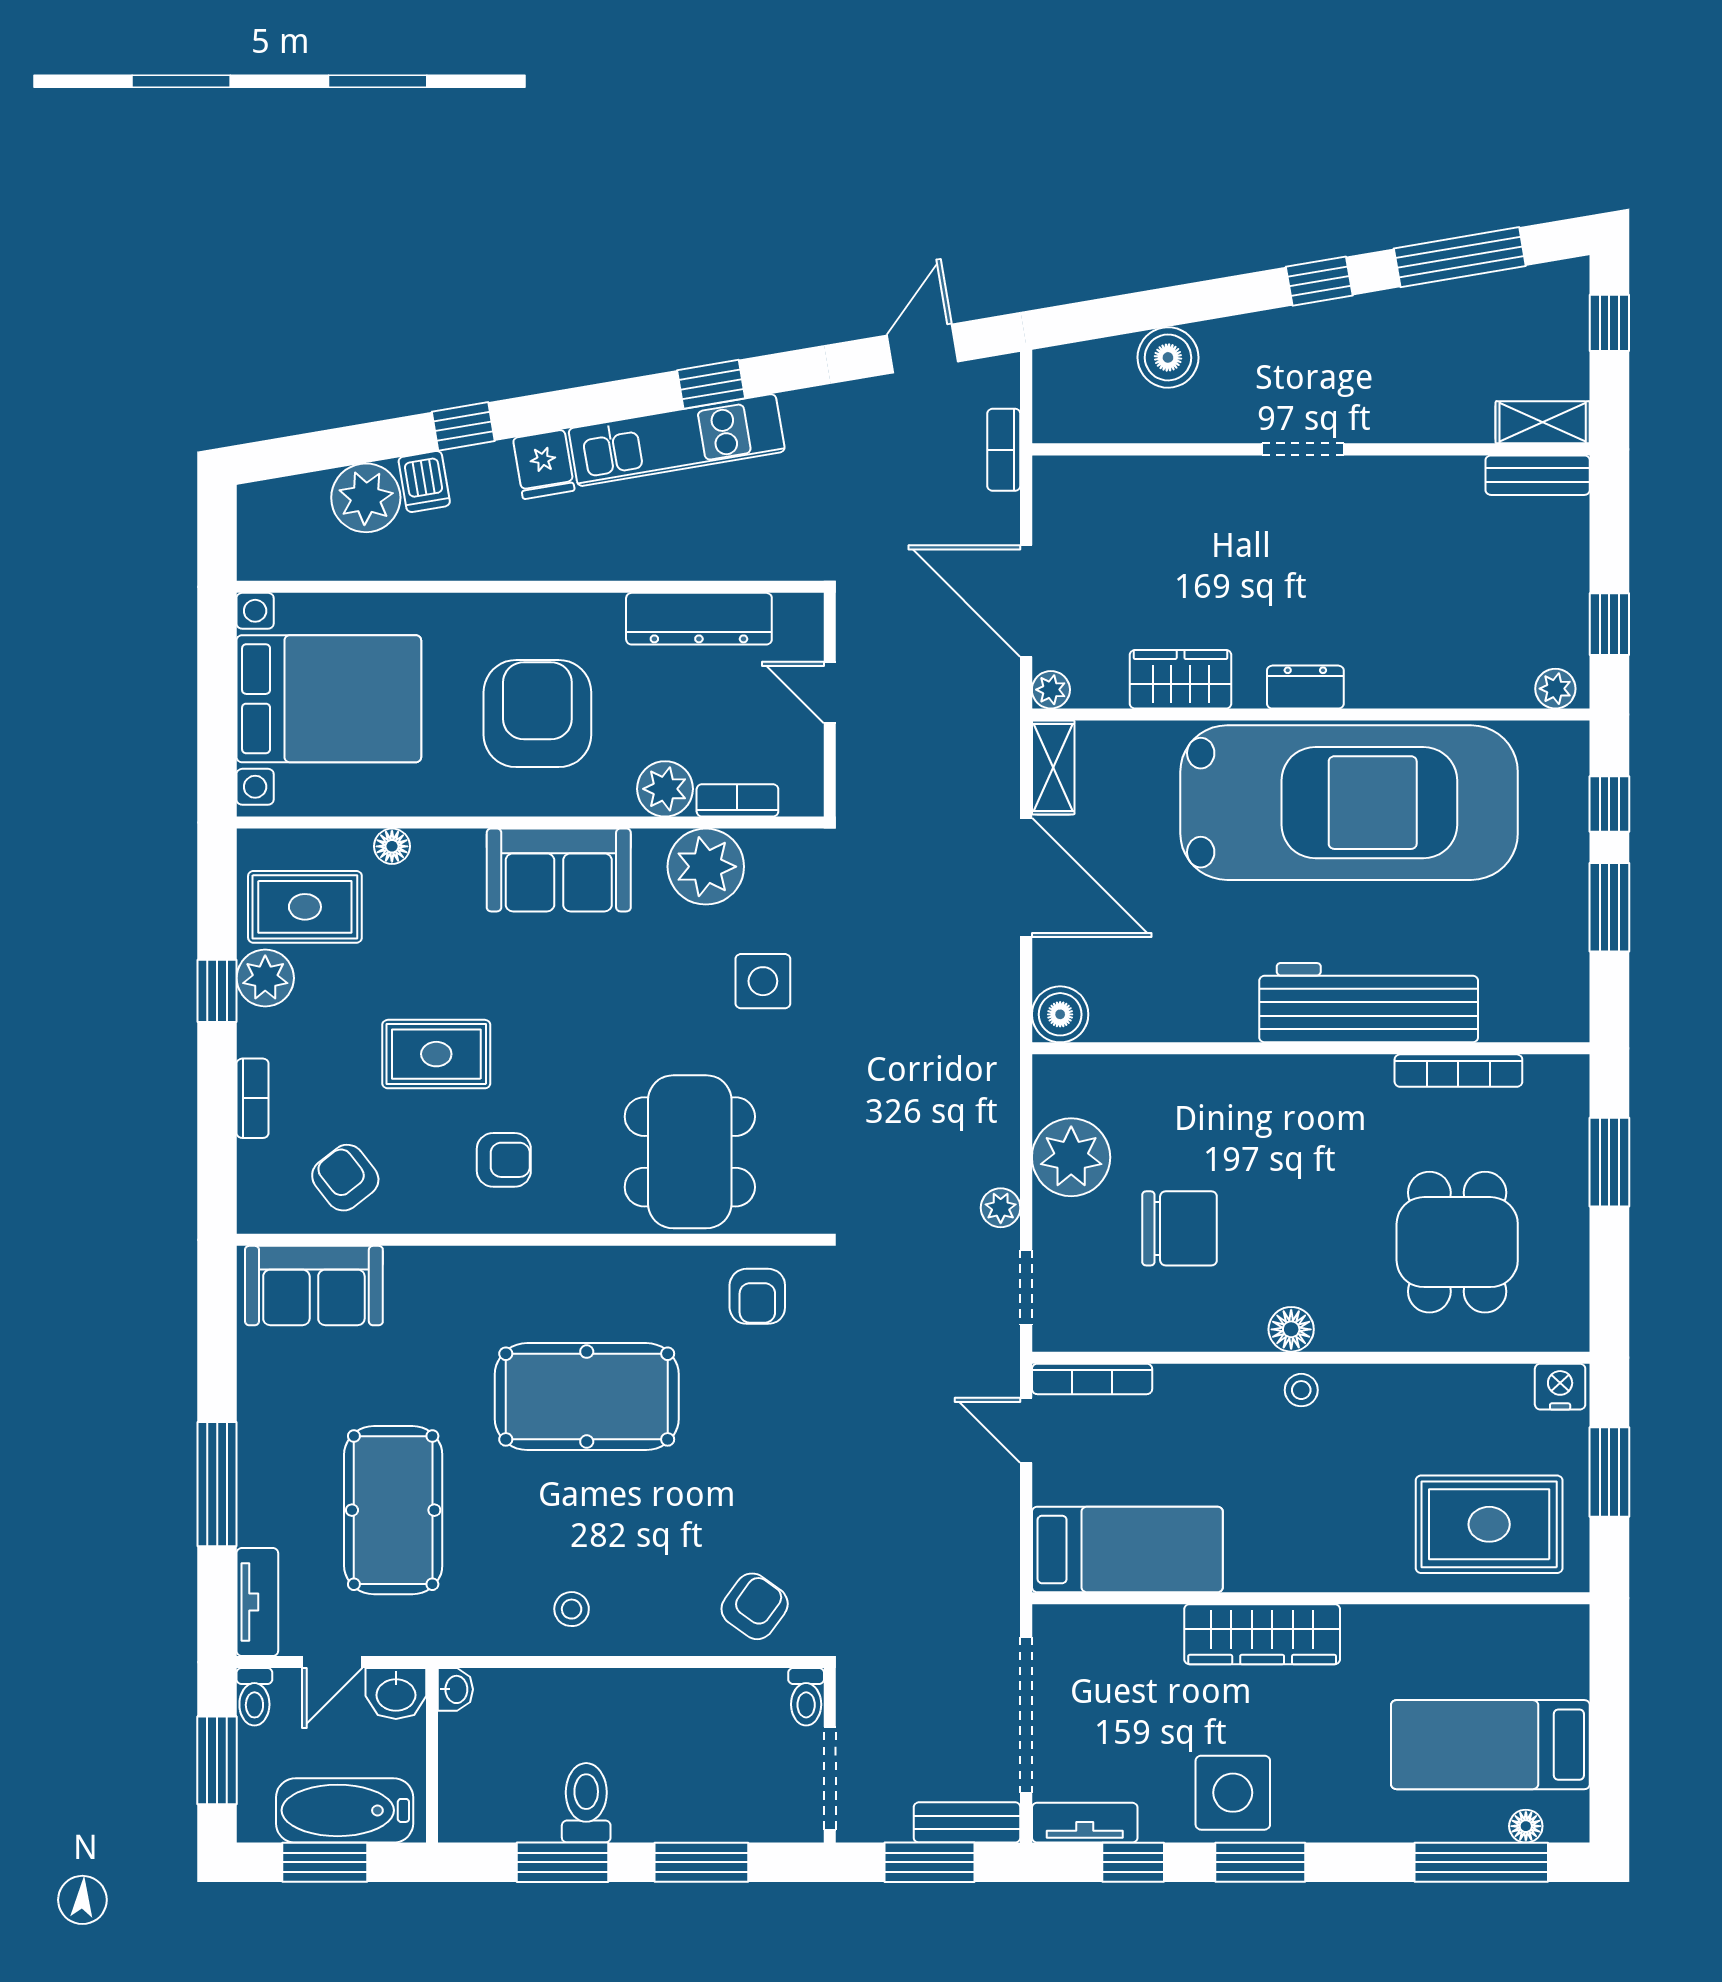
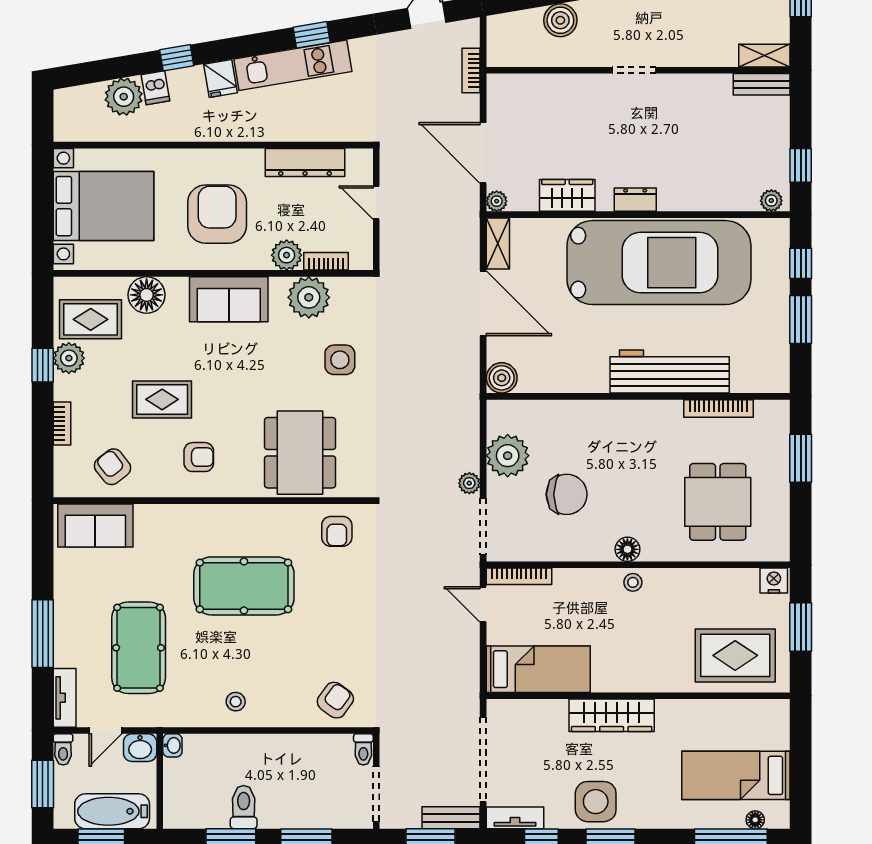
floor lamp: (392, 846) -> (147, 295), width x1.89, depth x1.89
doorway: (1026, 1287) -> (483, 527), width x1.38

